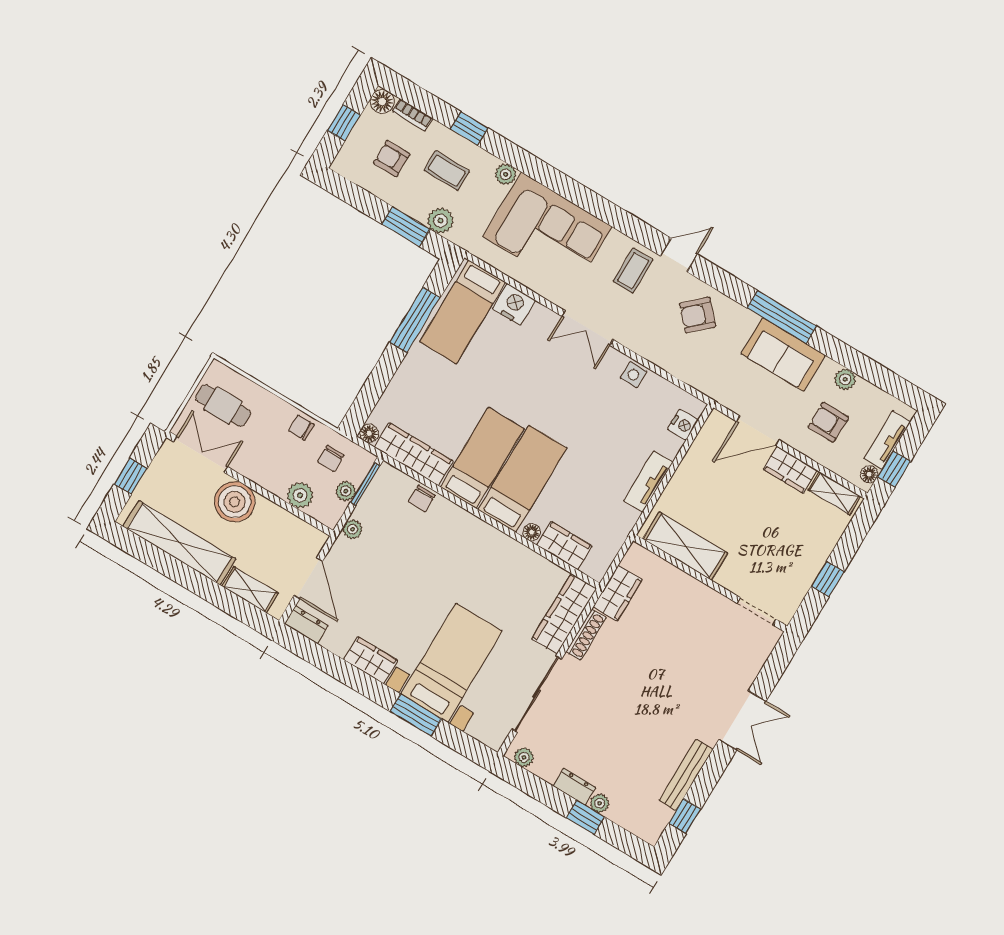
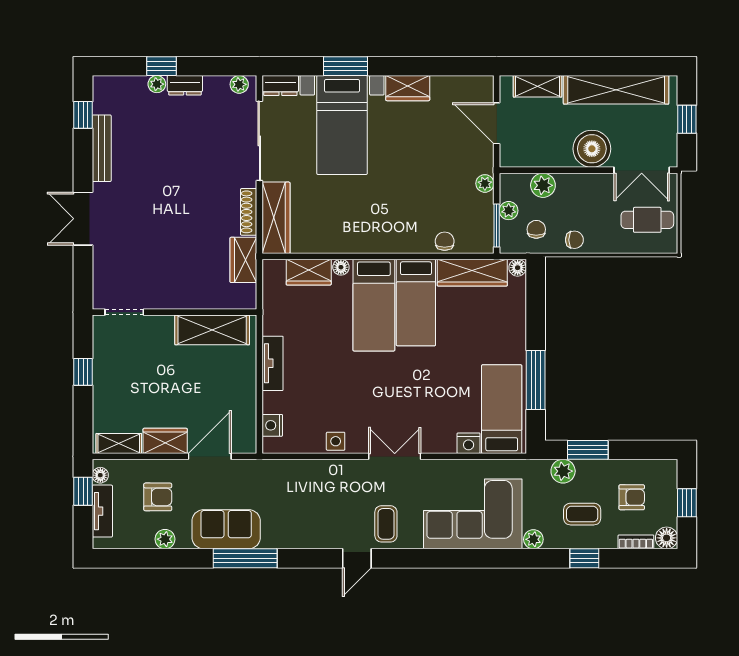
nightstand: (514, 304) -> (469, 443), width x0.74, depth x0.75
armchair: (698, 315) -> (313, 519), removed
dresser: (306, 625) -> (280, 85), moved

